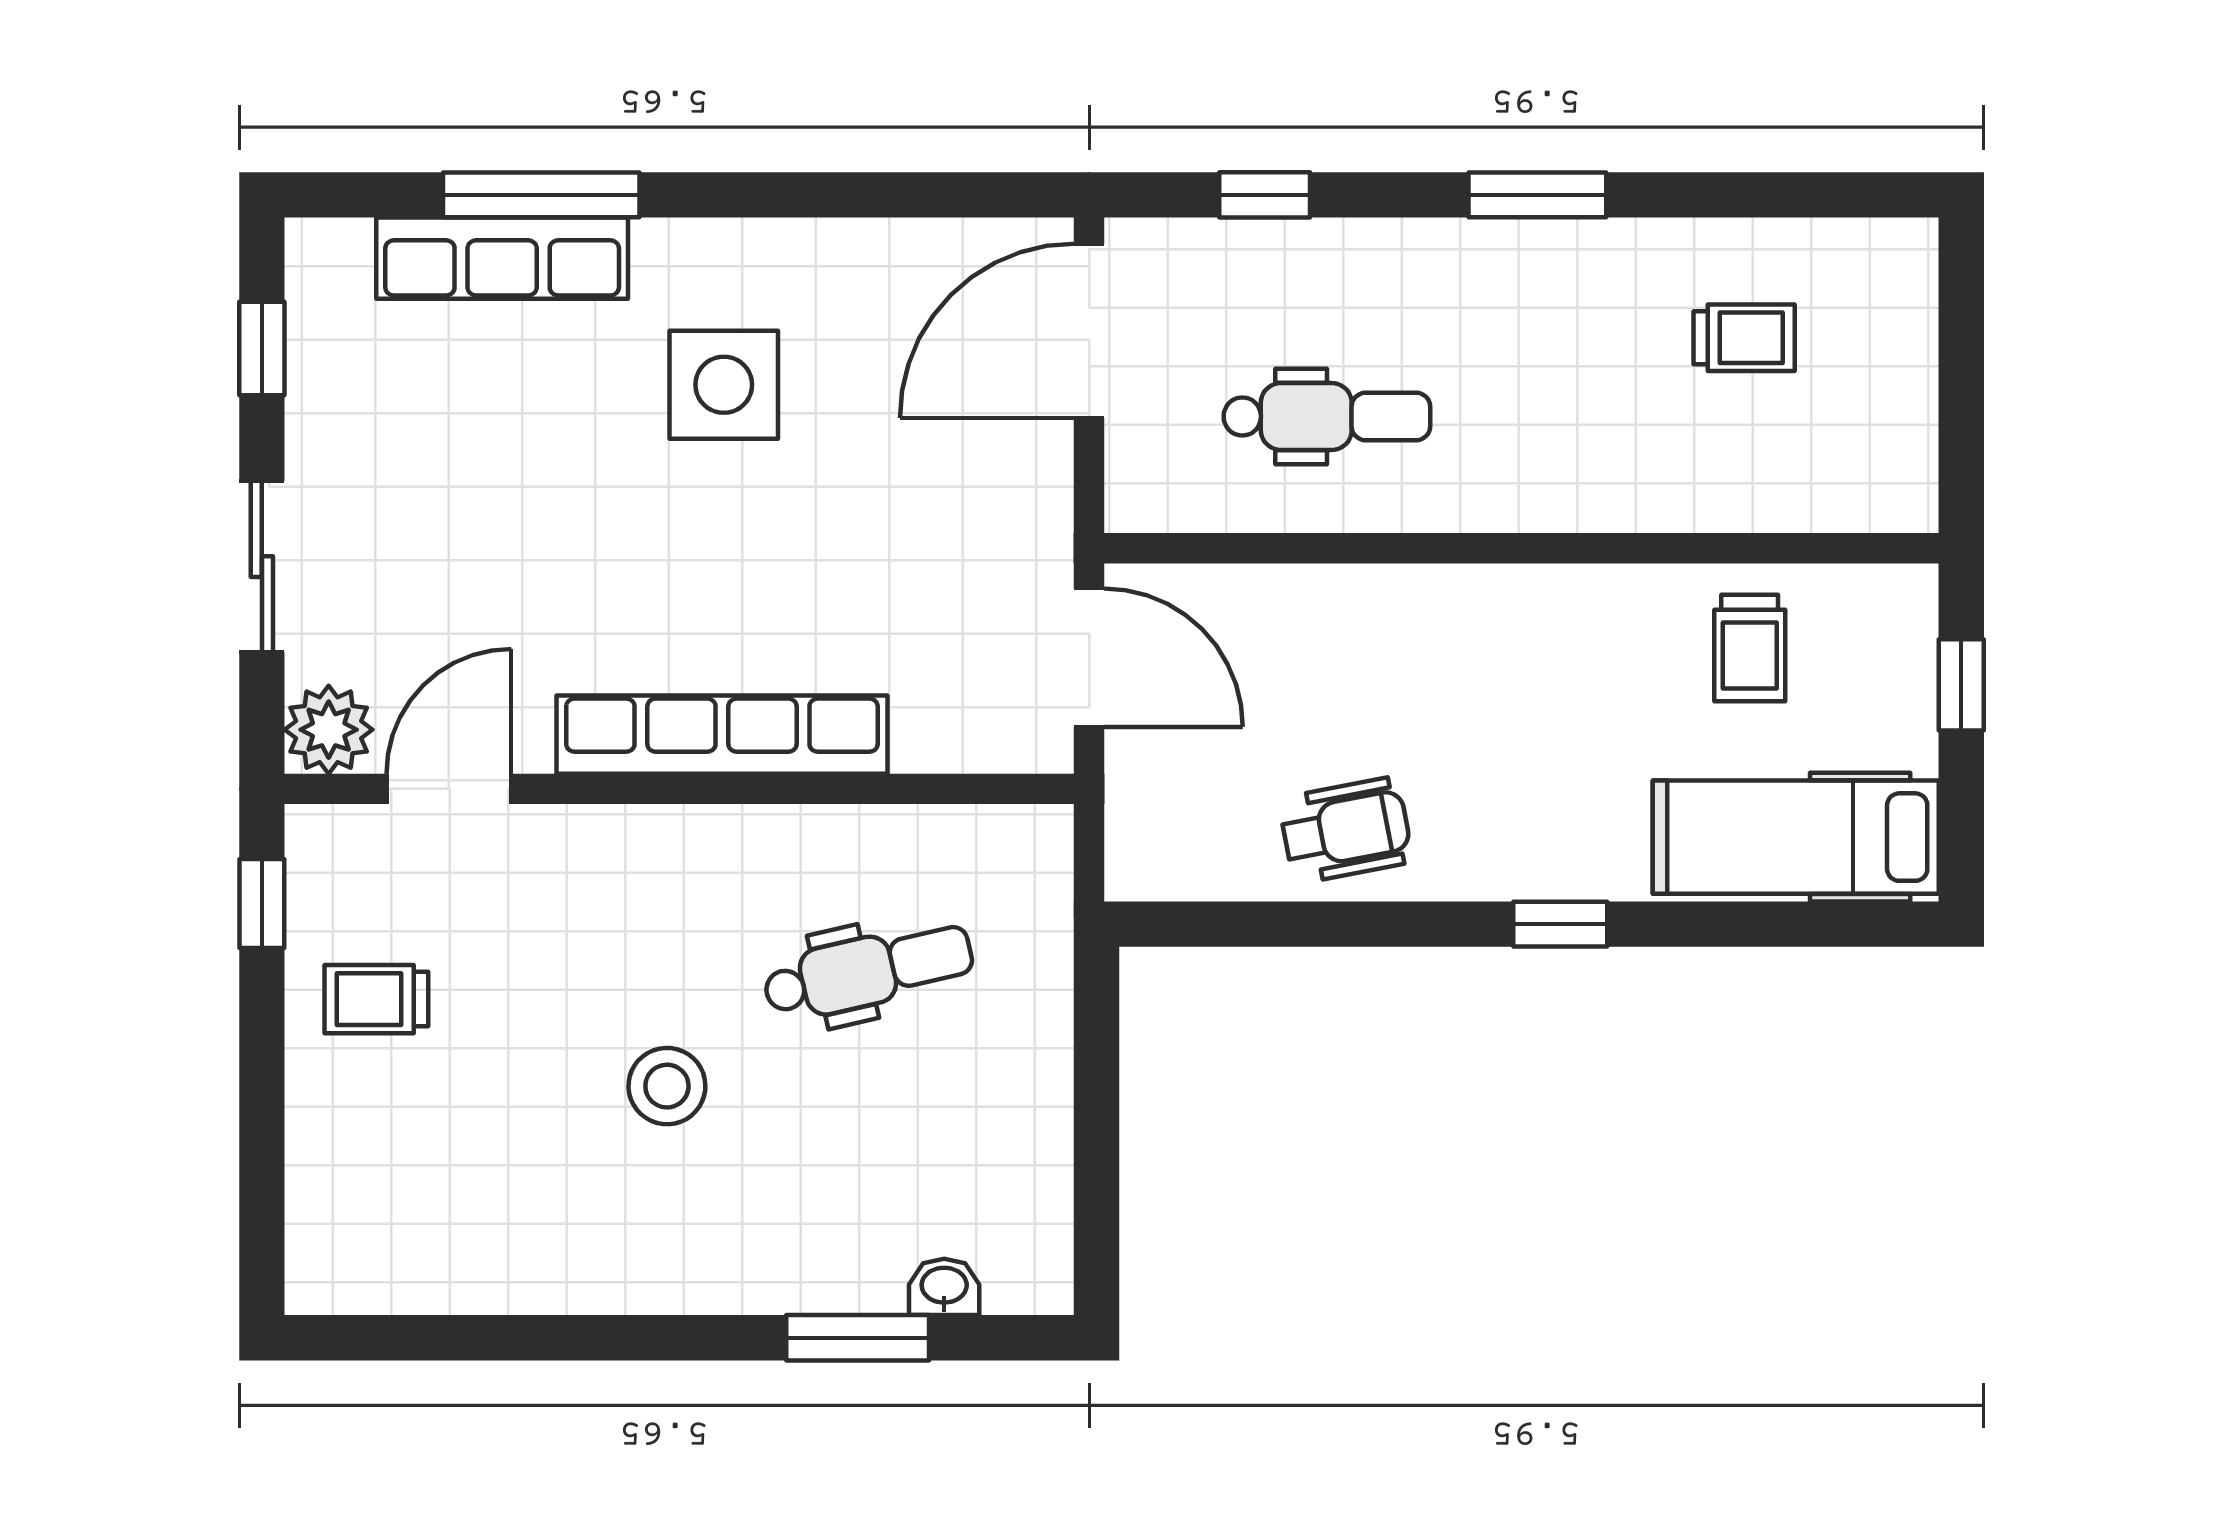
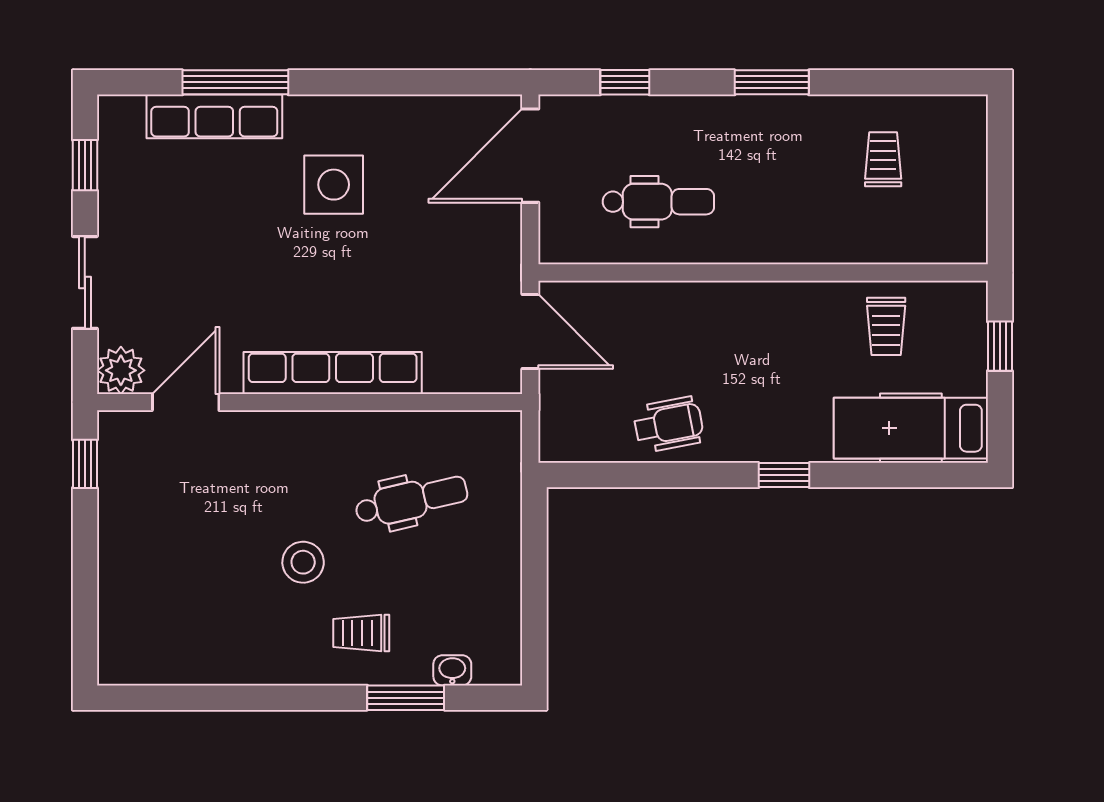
trolley: (1744, 338) -> (883, 159), turned -90
trolley: (376, 999) -> (361, 633), moved

